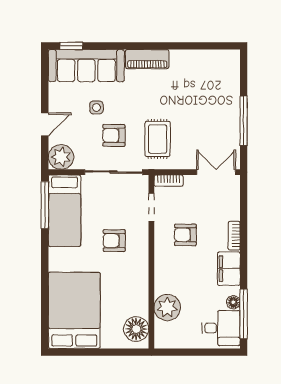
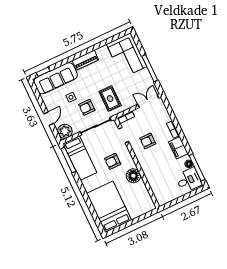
corner sofa: (216, 83) -> (127, 55), added
plant: (167, 308) -> (156, 183), removed
floor lamp: (136, 329) -> (133, 176), moved

